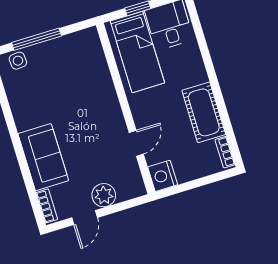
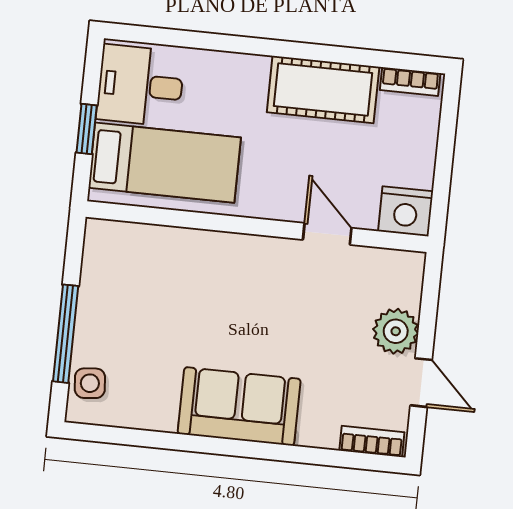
sofa: (43, 157) -> (239, 406), moved

